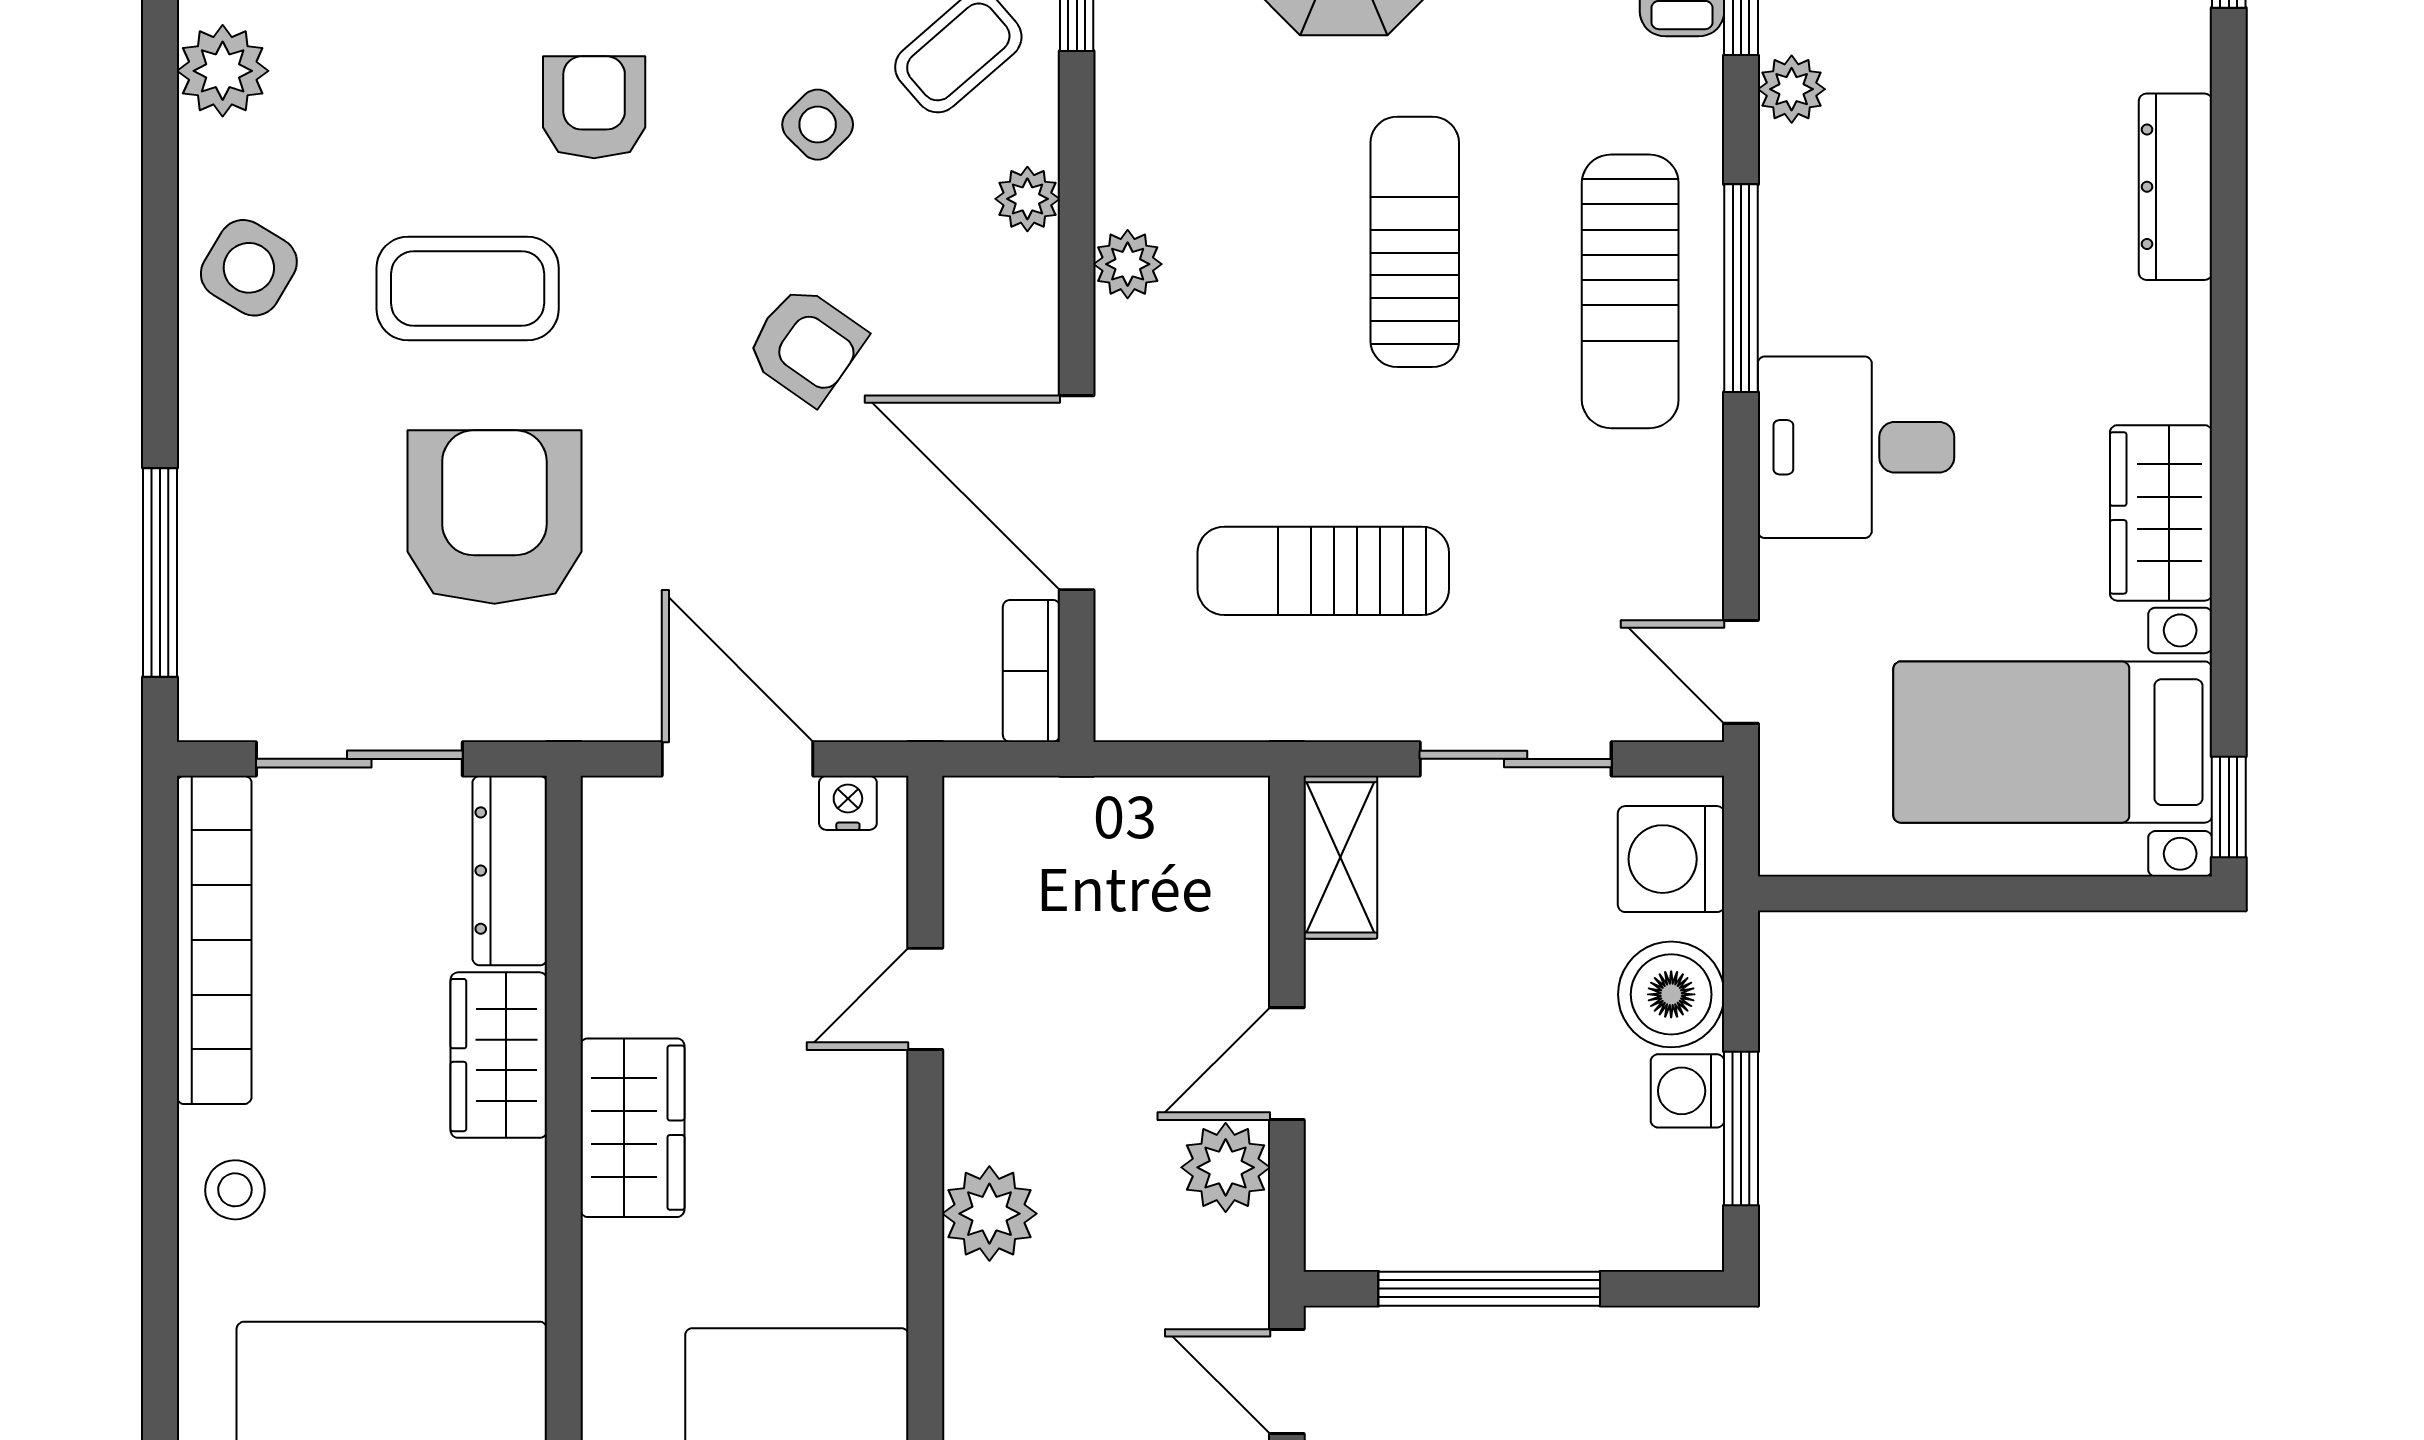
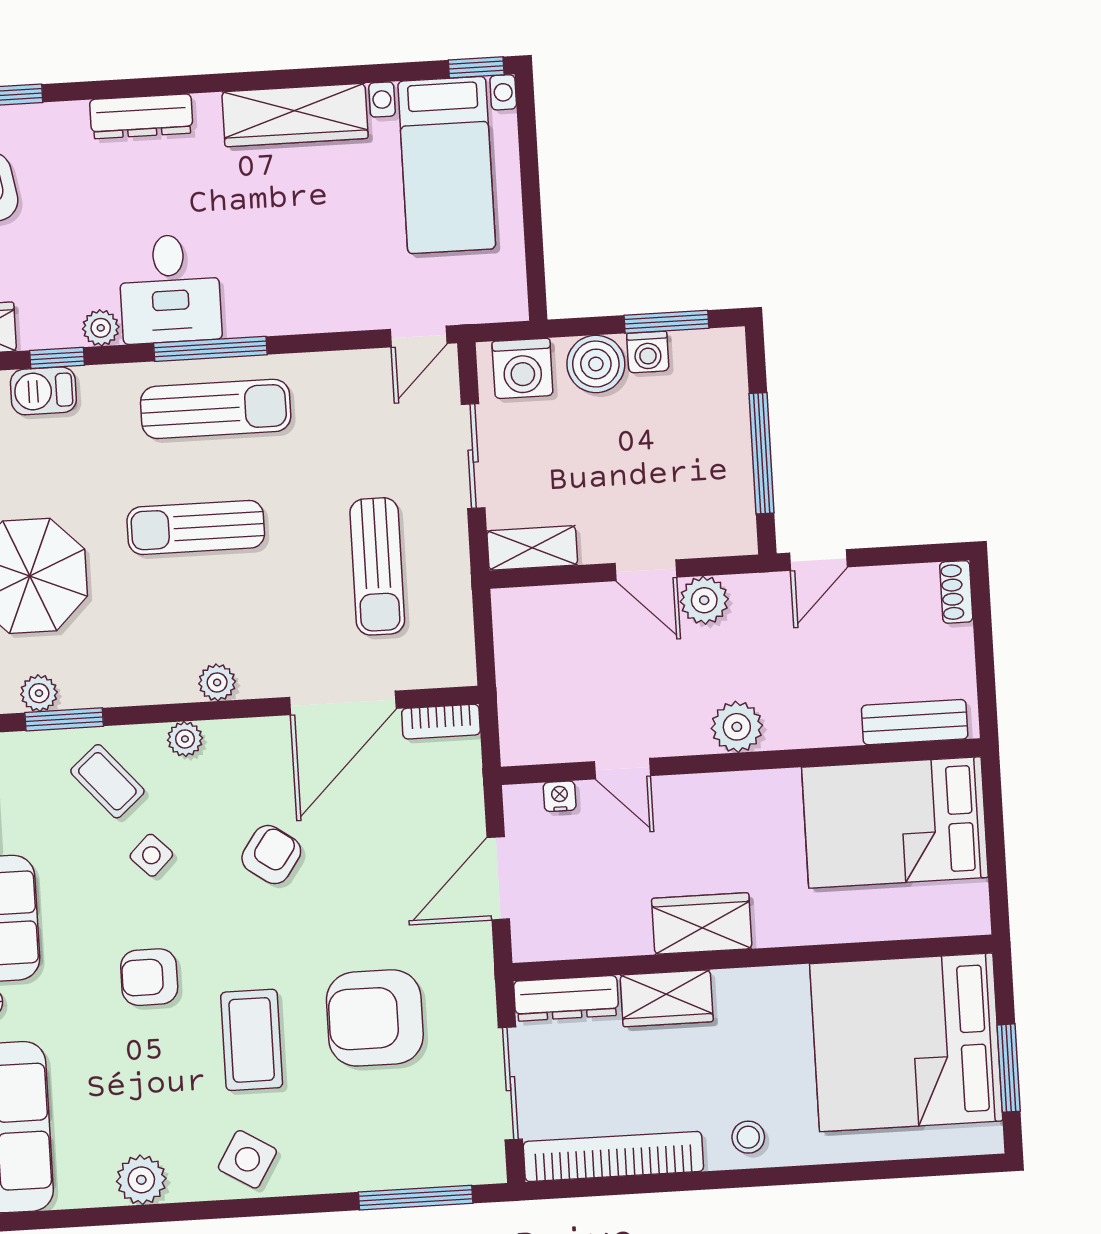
desk: (1856, 447) -> (170, 289), moved
wardrobe: (2161, 513) -> (295, 115), width x1.50
nightstand: (848, 803) -> (560, 796), moved, turned 90

